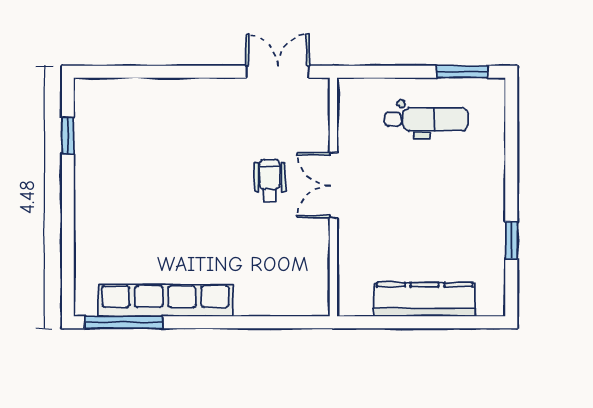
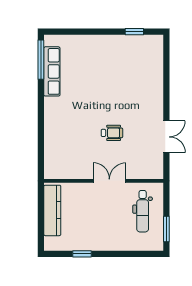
double door: (333, 185) -> (109, 181), moved
wall: (333, 197) -> (104, 181), moved
row of seats: (165, 300) -> (52, 71), width x0.73

